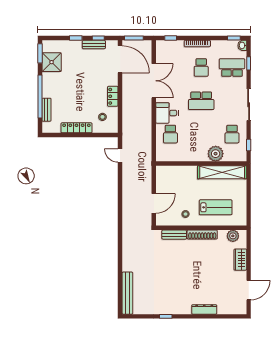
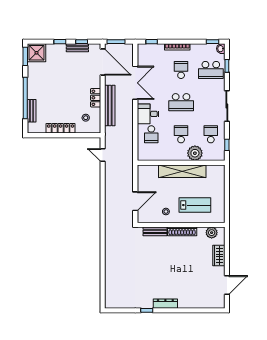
shower: (52, 62) -> (36, 53), moved
school desk: (201, 67) -> (181, 70), turned 180
school desk: (232, 67) -> (211, 70), turned 180
school desk: (201, 134) -> (181, 134), added
school desk: (232, 134) -> (211, 134), turned 180
shelving: (222, 172) -> (182, 171), moved
bench: (127, 293) -> (110, 106), moved
dresser: (204, 309) -> (165, 304), moved

